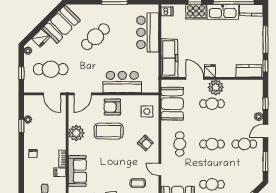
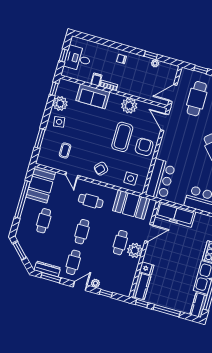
fridge: (210, 71) -> (147, 268), moved
bar counter: (122, 82) -> (161, 179), moved
door: (266, 131) -> (80, 286), hinge flipped
dresser: (258, 167) -> (47, 269), added
door: (160, 170) -> (72, 175), swing flipped

